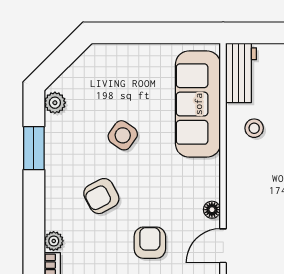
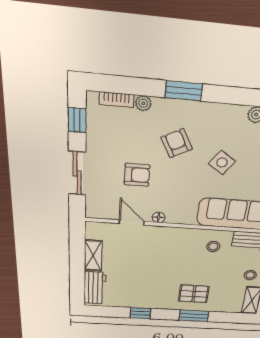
window: (34, 148) -> (184, 91), moved

